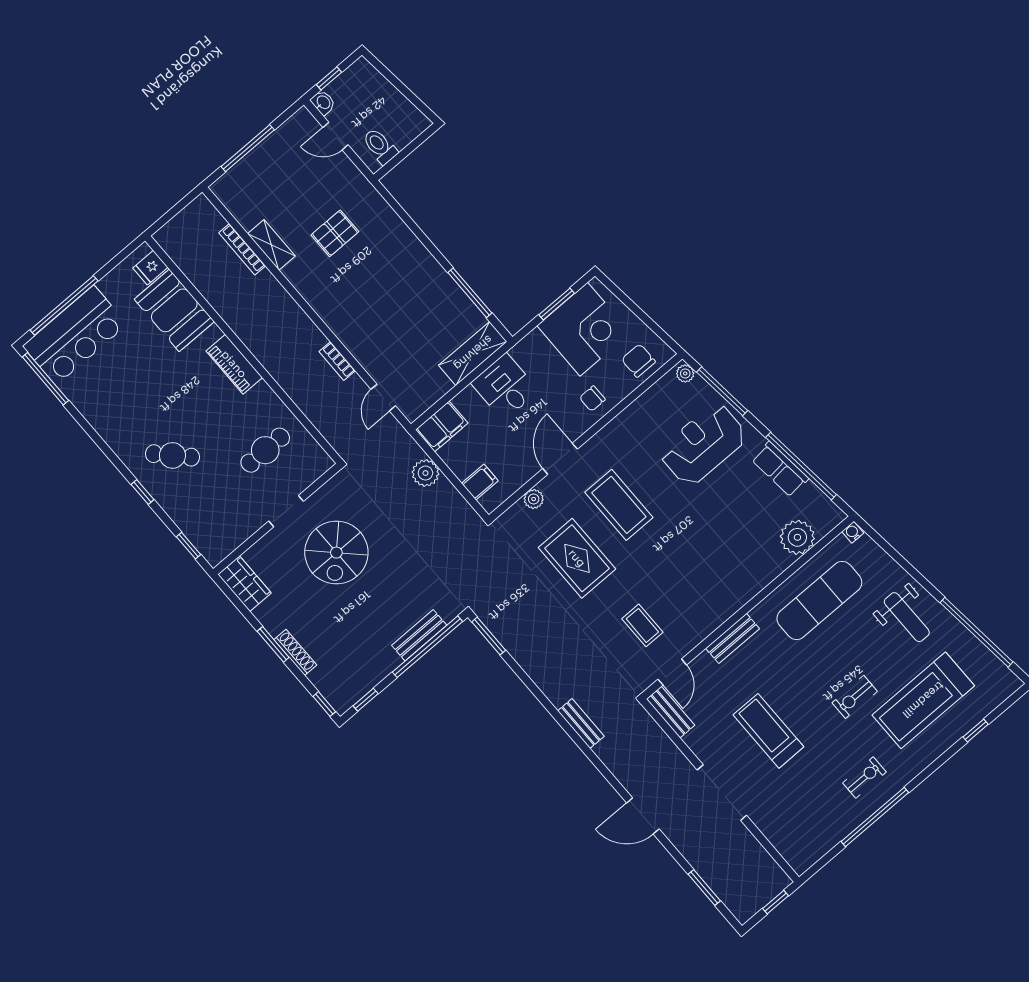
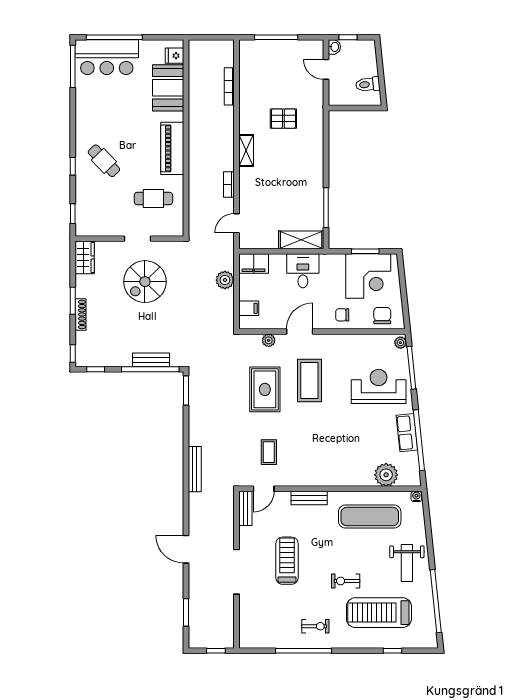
toilet: (380, 146) -> (368, 84), moved, turned -96
shelving: (271, 245) -> (246, 150), moved
piano: (234, 364) -> (172, 148), width x1.37, depth x1.33
bench: (581, 724) -> (195, 469), width x1.36

